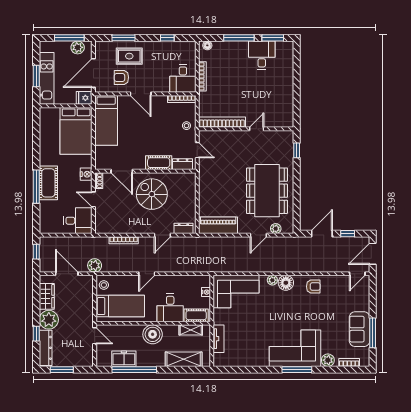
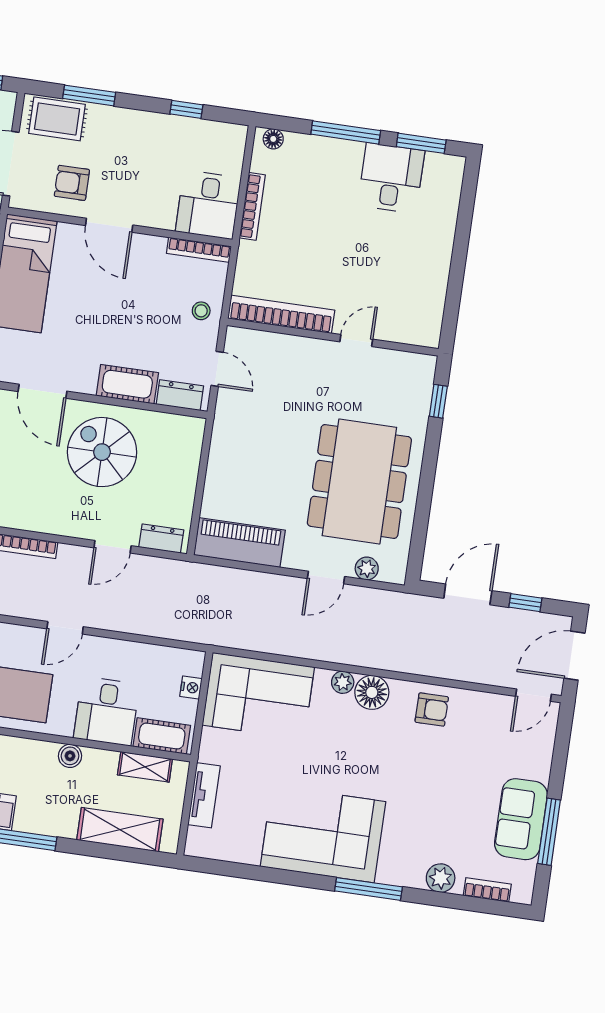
rug: (129, 56) -> (57, 119), moved
boiler: (153, 334) -> (70, 756), width x0.54, depth x0.54
corner sofa: (295, 348) -> (323, 834), moved

